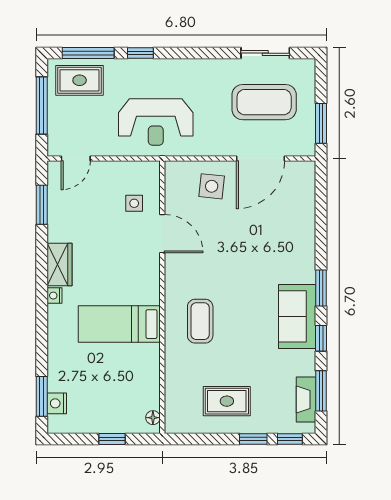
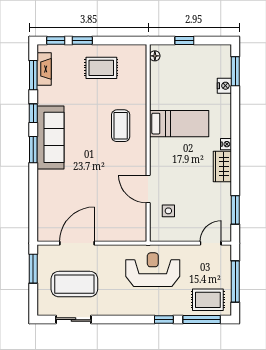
side table: (212, 186) -> (112, 223), removed
sofa: (297, 316) -> (50, 137), width x1.36
nightstand: (57, 403) -> (224, 86), moved

